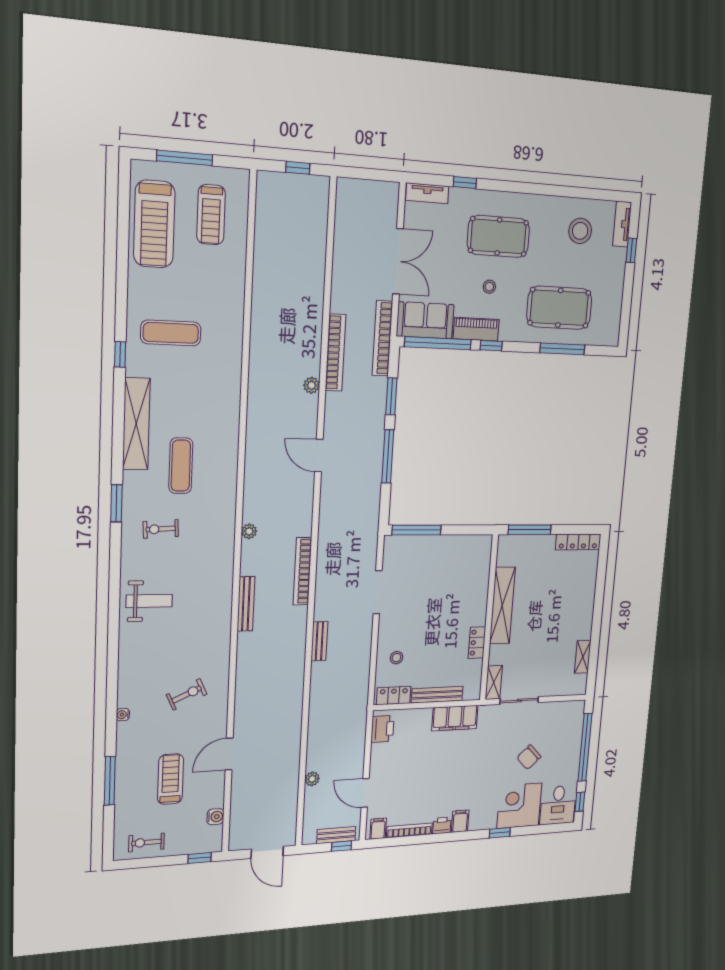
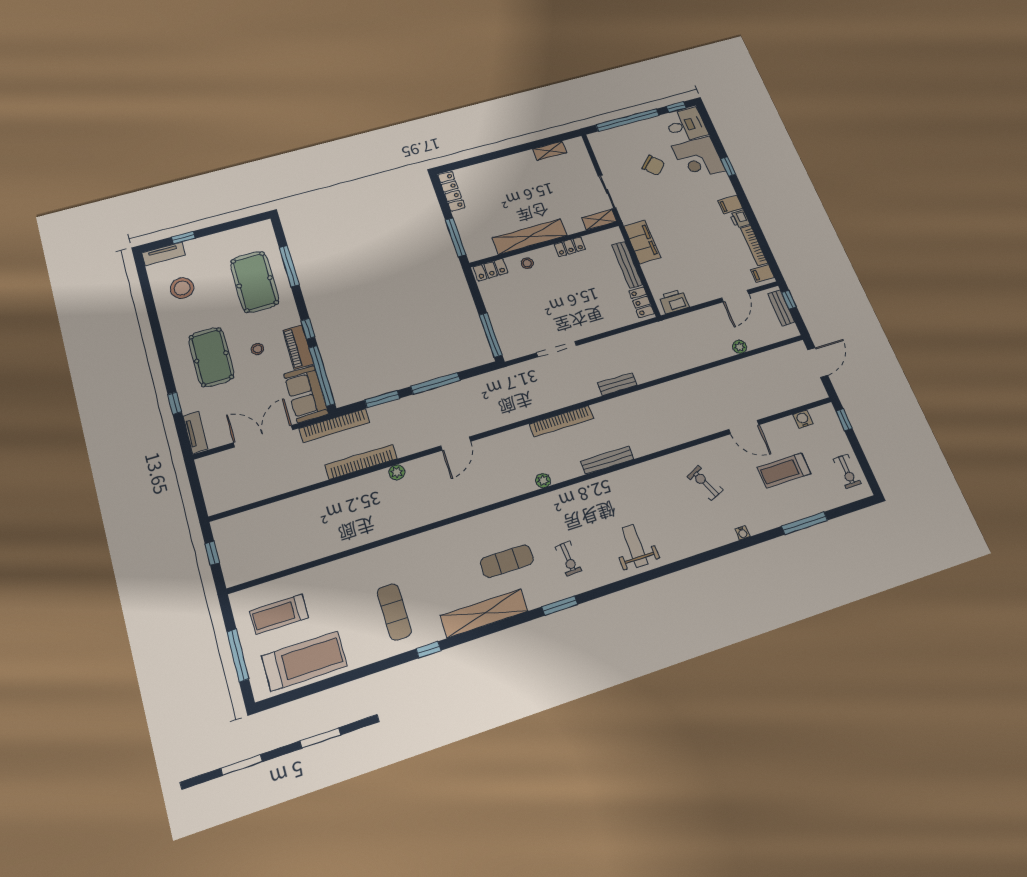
treadmill: (211, 215) -> (279, 614), turned 180
locker: (483, 554) -> (491, 270), added
stool: (397, 658) -> (527, 263), moved

